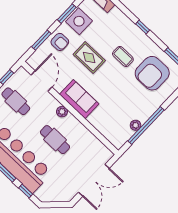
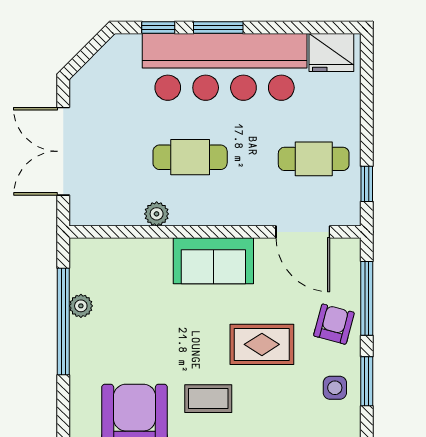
side table: (79, 21) -> (335, 388), width x0.54, depth x0.54
window: (41, 40) -> (367, 298), width x1.44
armchair: (60, 42) -> (334, 324), turned 105
plant: (62, 112) -> (157, 214), moved

